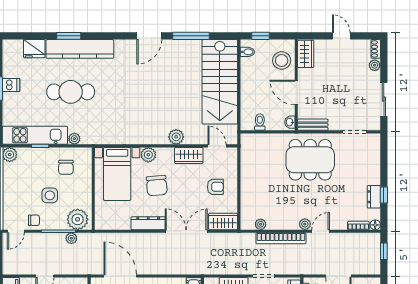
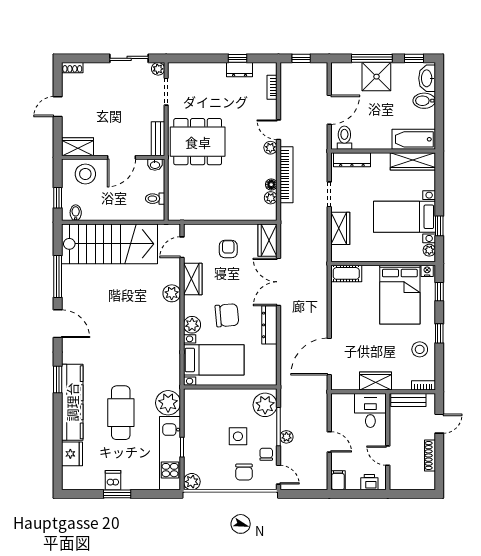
window: (69, 36) -> (58, 380), moved
plant: (375, 65) -> (158, 69), moved
plant: (74, 139) -> (168, 403), width x1.87, depth x1.87
dining table: (310, 160) -> (198, 142), turned 90
chair: (66, 167) -> (244, 472), moved, turned 90
floor lamp: (375, 225) -> (271, 185), moved
plant: (71, 238) -> (286, 437), moved

